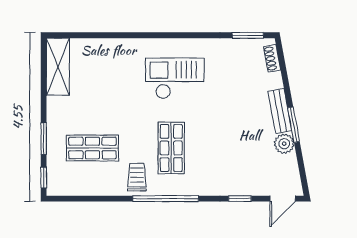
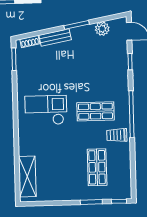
shelving: (58, 67) -> (27, 177), moved, turned 90
checkout: (175, 78) -> (46, 110), turned 90
bench: (280, 111) -> (55, 37), moved
plant: (284, 144) -> (102, 29), moved

